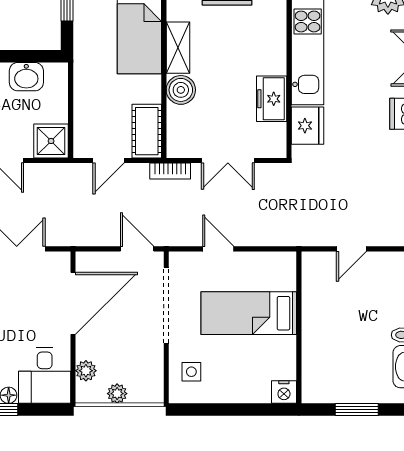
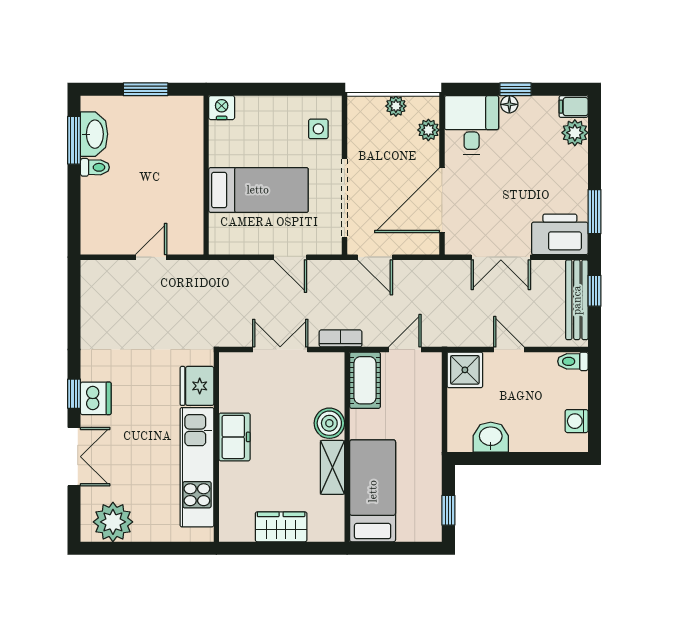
freezer: (272, 99) -> (234, 437), moved

